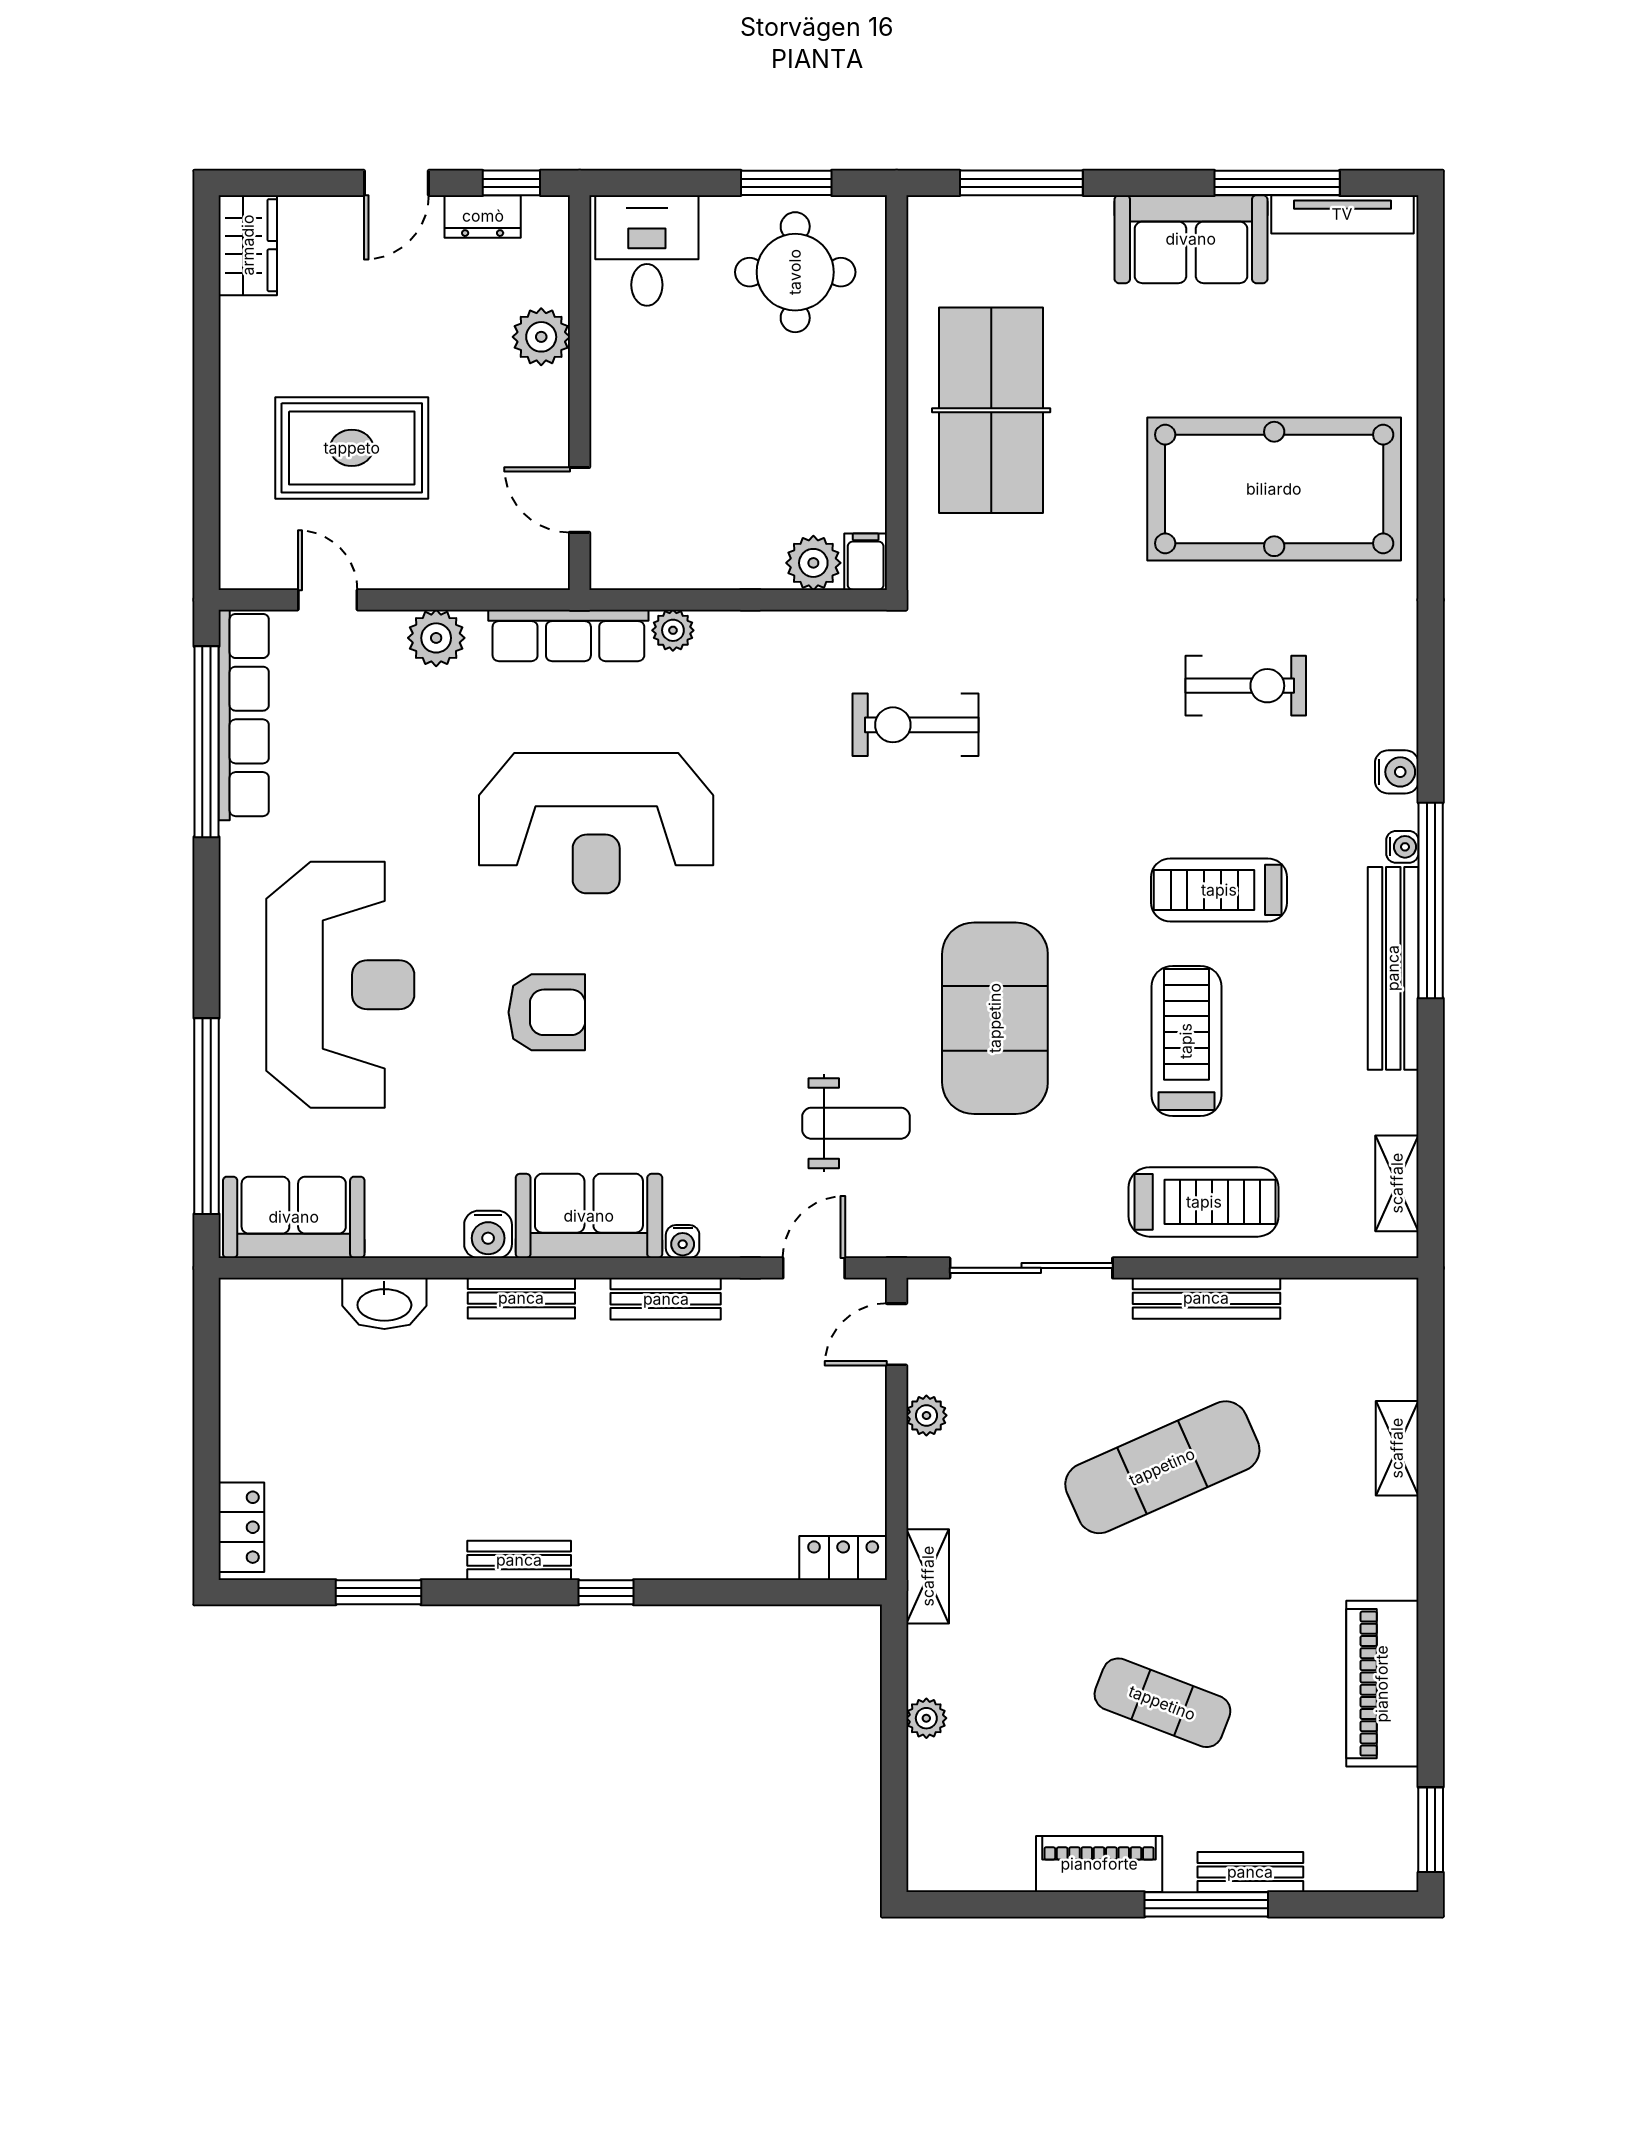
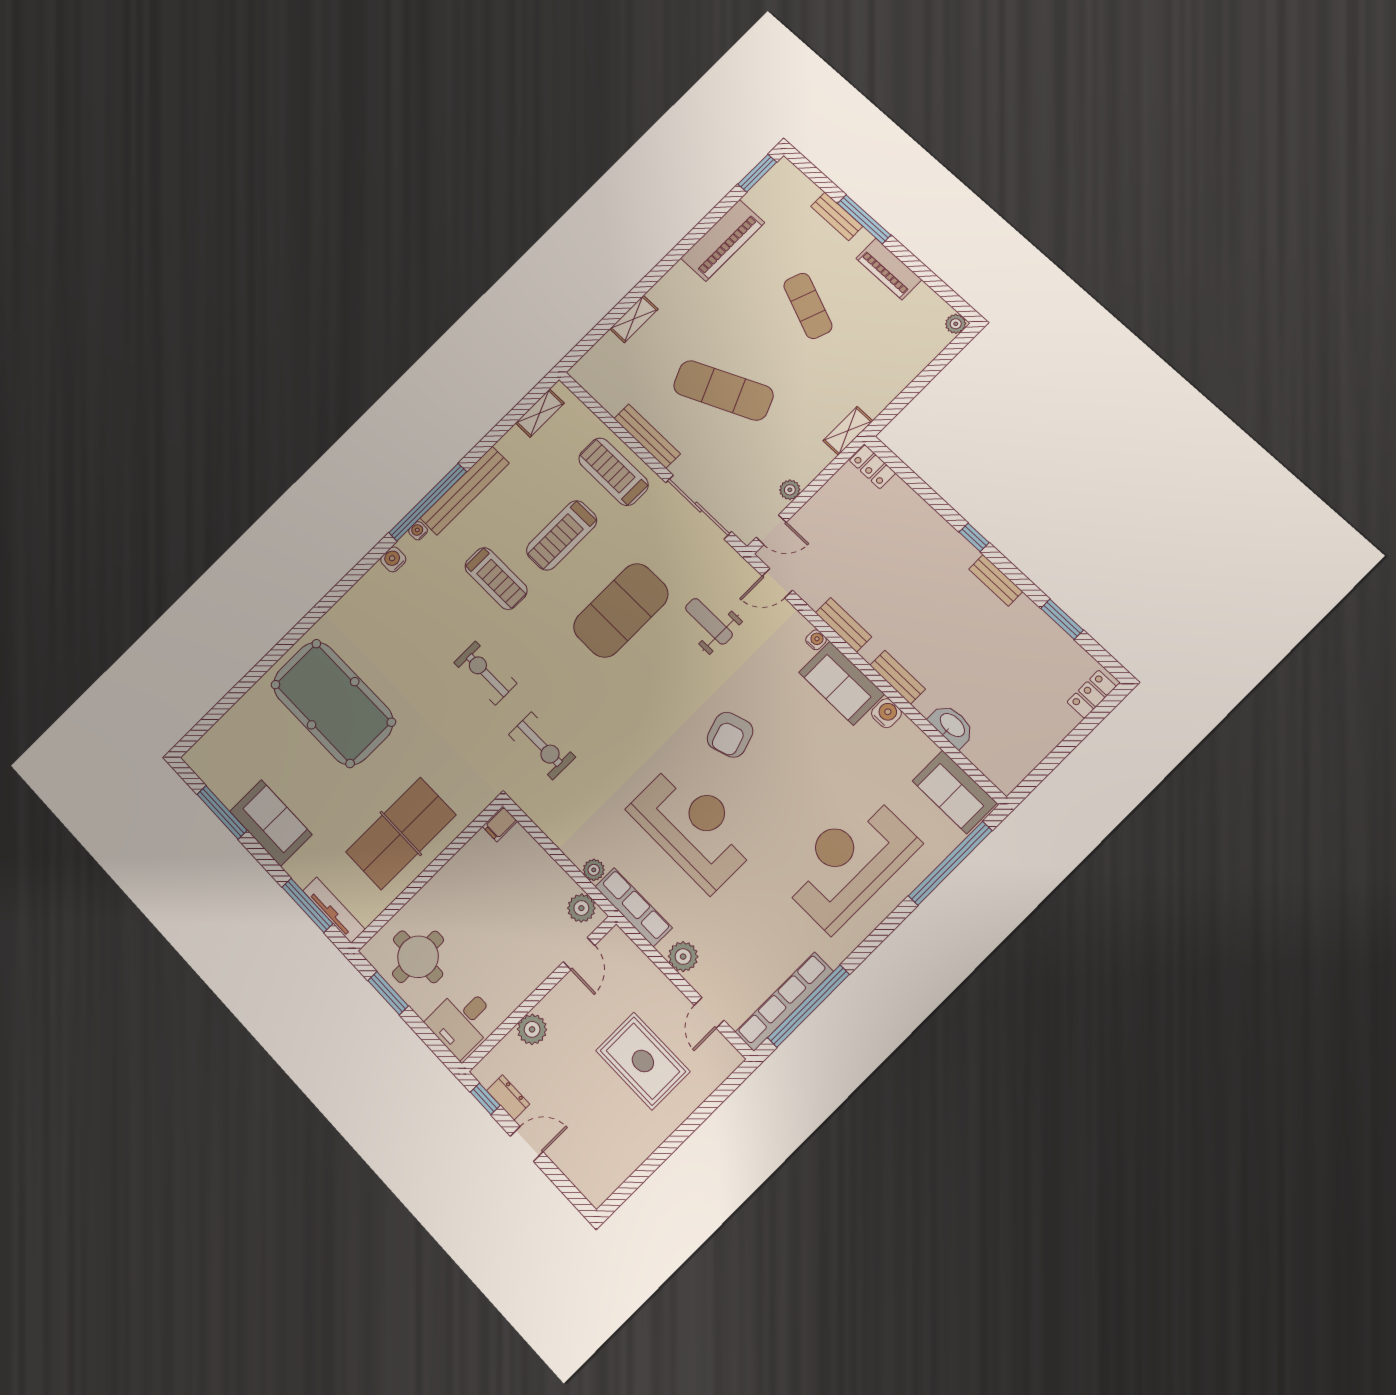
tv unit: (1342, 214) -> (334, 910), moved
wardrobe: (248, 245) -> (605, 1179), removed
plant: (813, 563) -> (581, 908), moved
exercise bike: (1246, 686) -> (485, 673), moved
armchair: (547, 1012) -> (730, 735), moved, turned -108
plant: (926, 1718) -> (956, 324), moved

